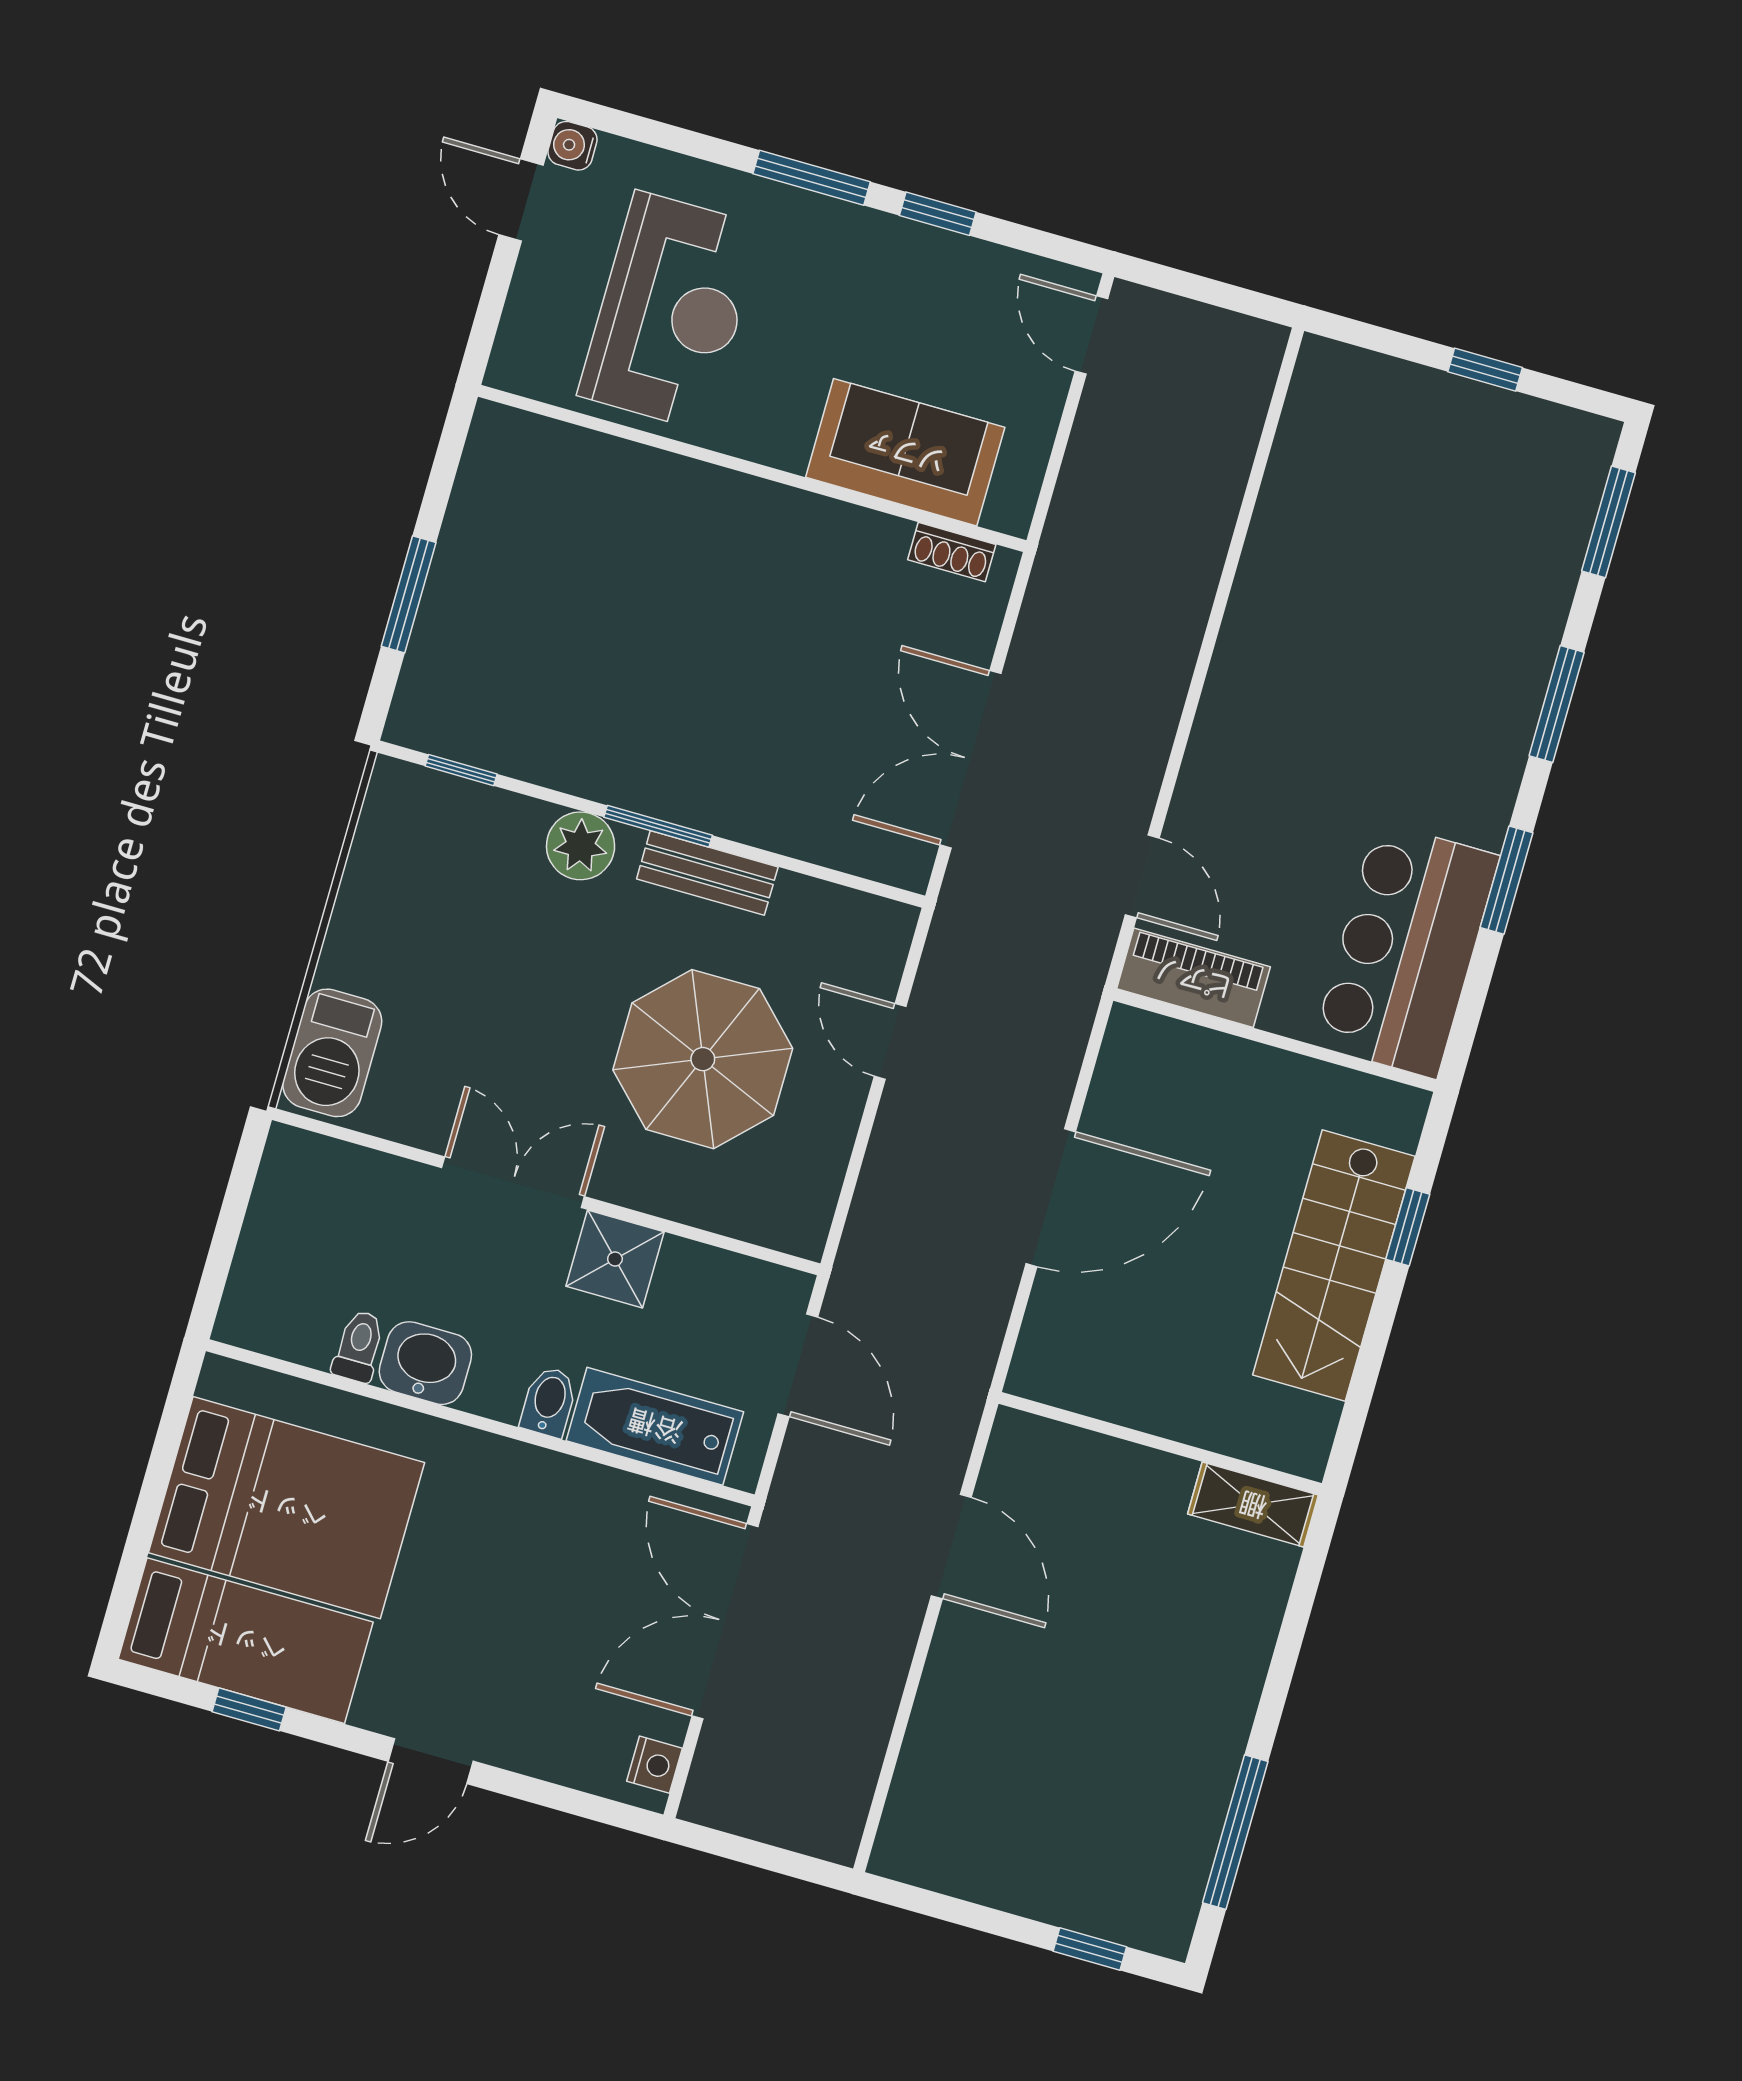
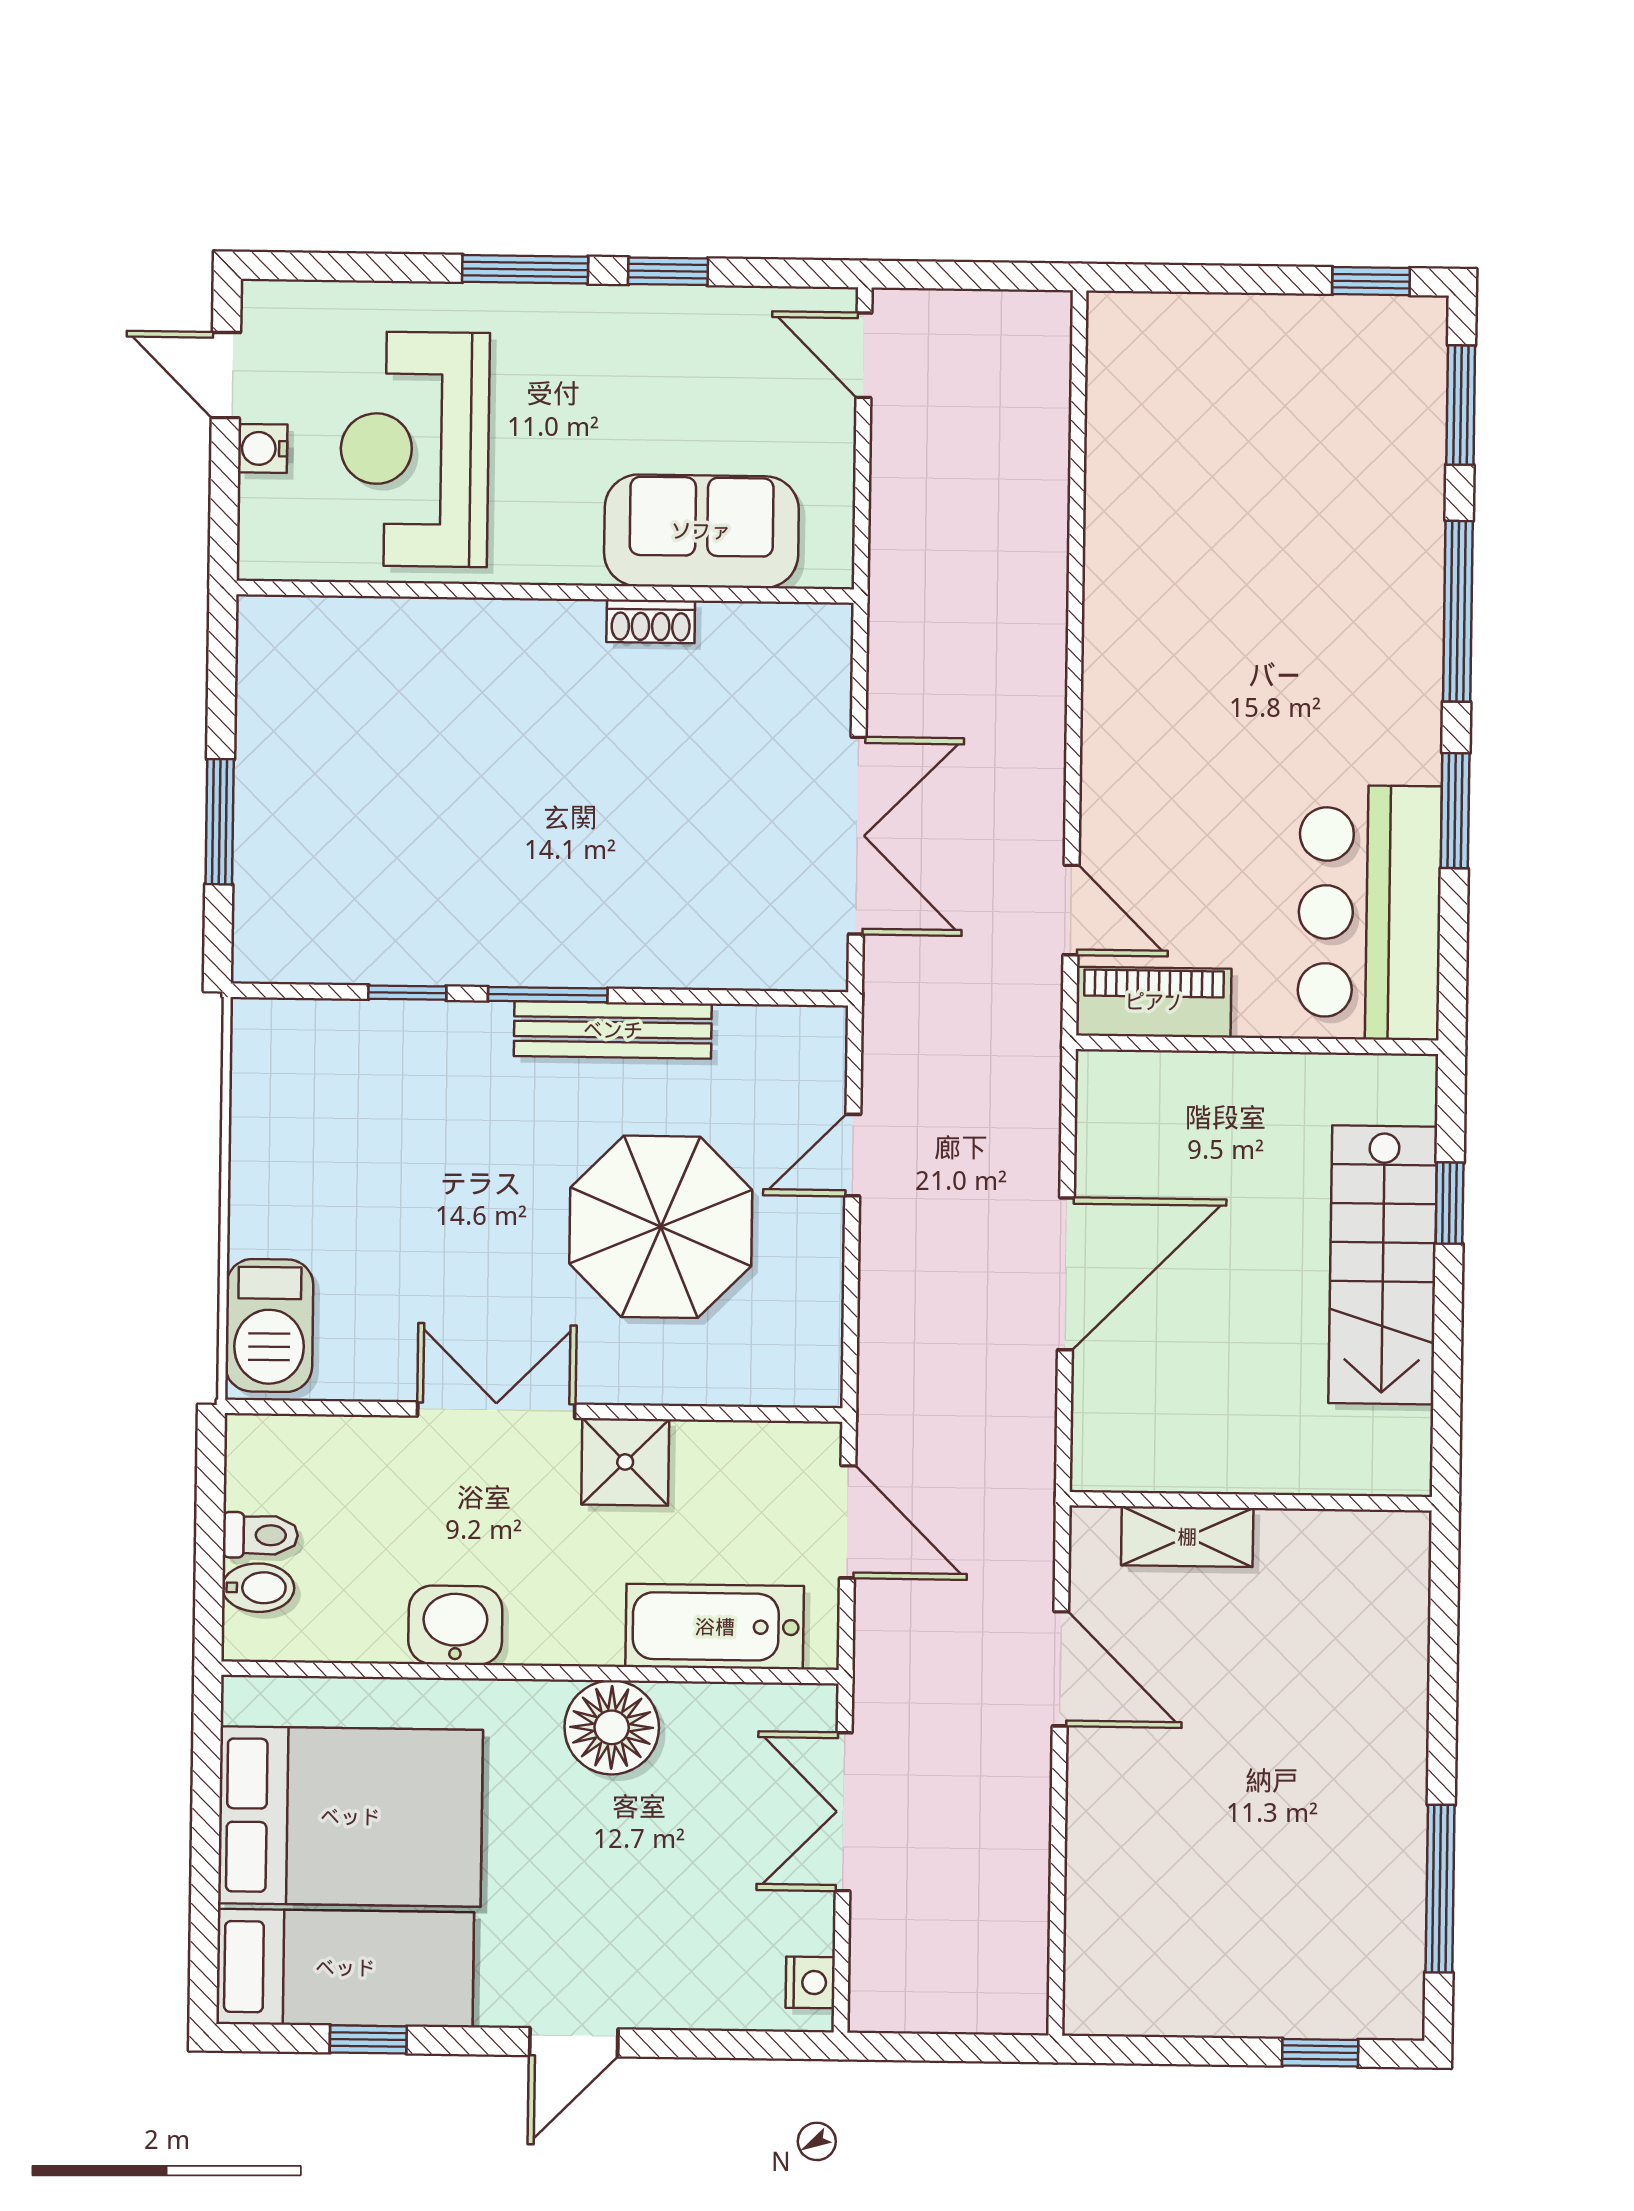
water cooler: (572, 146) -> (263, 448), moved
reception desk: (671, 311) -> (415, 449), turned 180
window: (1485, 370) -> (1371, 281), moved
shoe rack: (952, 552) -> (651, 621), moved
window: (1557, 704) -> (1458, 611), width x1.44
double door: (970, 759) -> (857, 836), swing flipped
window: (461, 770) -> (407, 993), moved
plant: (581, 846) -> (472, 1037), removed
bench: (707, 873) -> (613, 1030), width x1.36
door: (890, 1041) -> (853, 1155), hinge flipped
toilet: (359, 1346) -> (260, 1535), moved, turned 90
bidet: (549, 1402) -> (258, 1588), moved, turned 90
floor lamp: (540, 1491) -> (612, 1727), added
shelving: (1253, 1505) -> (1187, 1537), moved
double door: (725, 1621) -> (844, 1812), width x0.73

